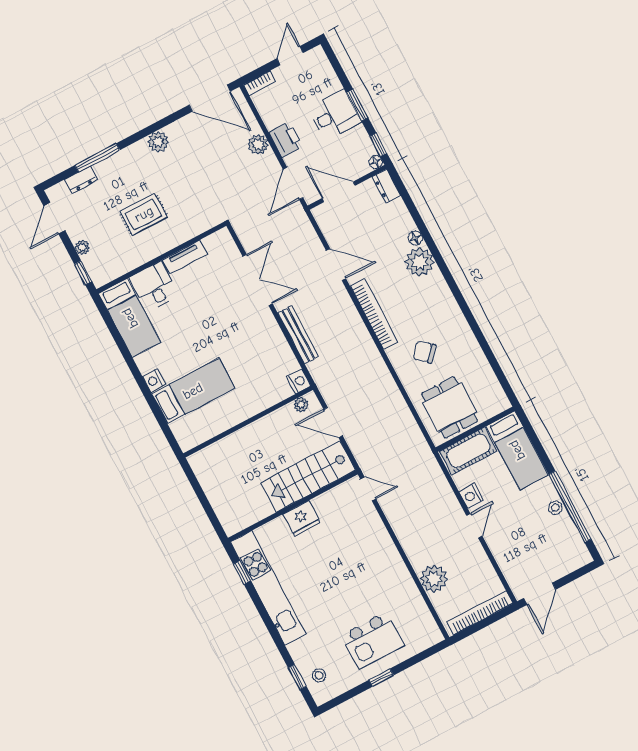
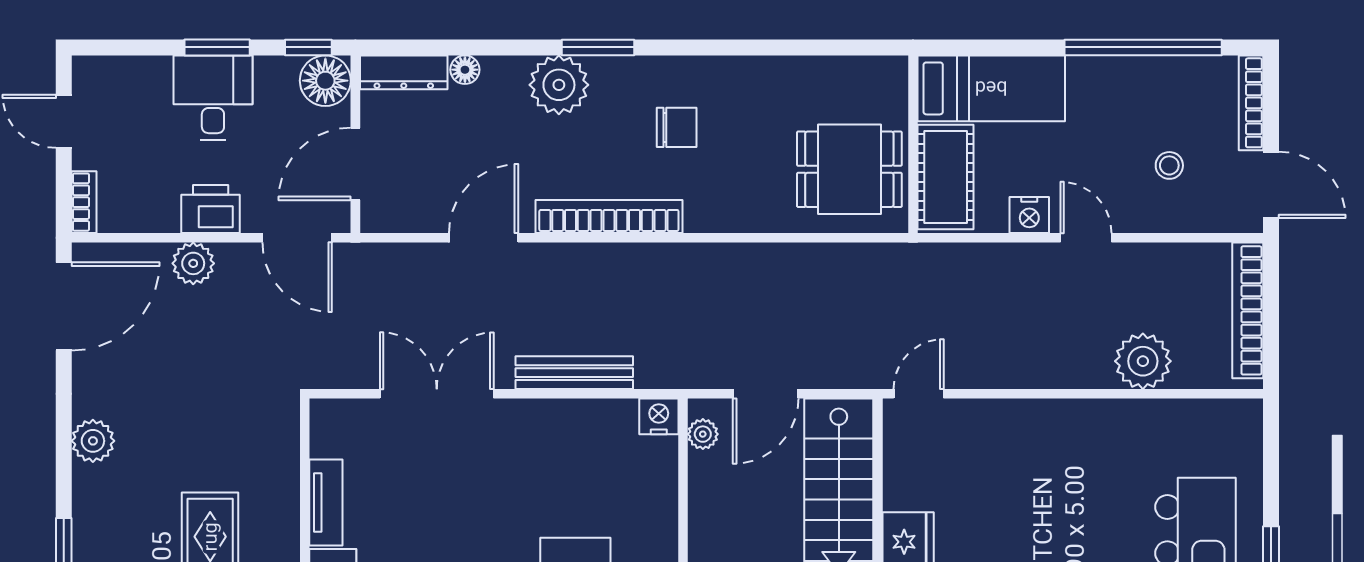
floor lamp: (376, 162) -> (325, 81), width x1.89, depth x1.89
dresser: (386, 186) -> (404, 72), width x1.44
floor lamp: (415, 238) -> (465, 70), moved
window: (445, 270) -> (598, 47), added
chair: (424, 352) -> (677, 127), moved, turned -131
stool: (555, 508) -> (1169, 165), moved
bookcase: (571, 566) -> (1251, 103), added

